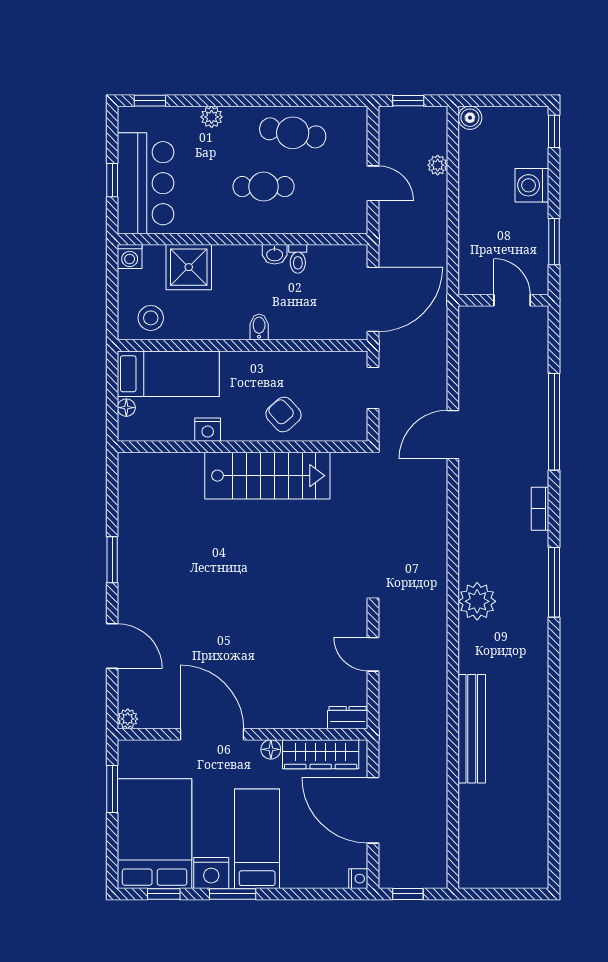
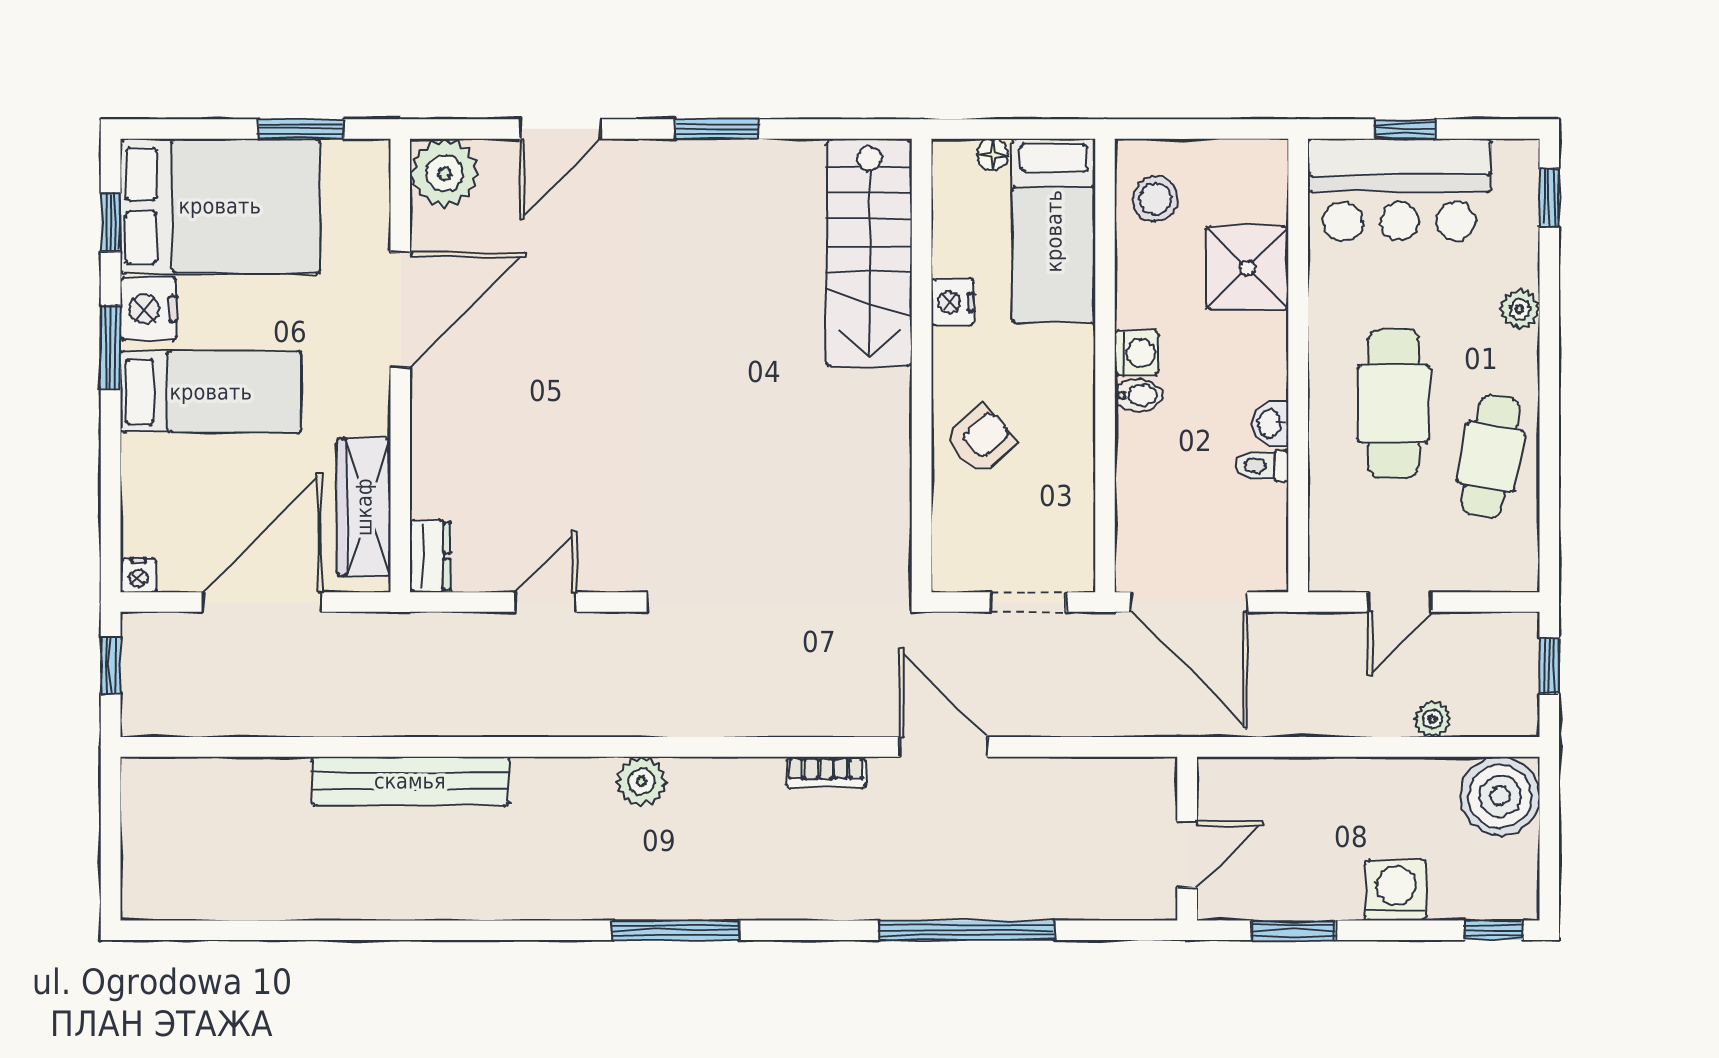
boiler: (470, 118) -> (1500, 796), width x1.86, depth x1.86
cafe table: (264, 187) -> (1393, 404), width x1.37, depth x1.35
washing machine: (130, 257) -> (1137, 353), moved, turned 180
stairs: (267, 476) -> (869, 253), moved
bookcase: (540, 509) -> (826, 772), moved, turned 180
plant: (477, 601) -> (641, 782), width x0.73, depth x0.73
plant: (128, 719) -> (444, 173), width x1.88, depth x1.88
floor lamp: (271, 749) -> (373, 417), removed

